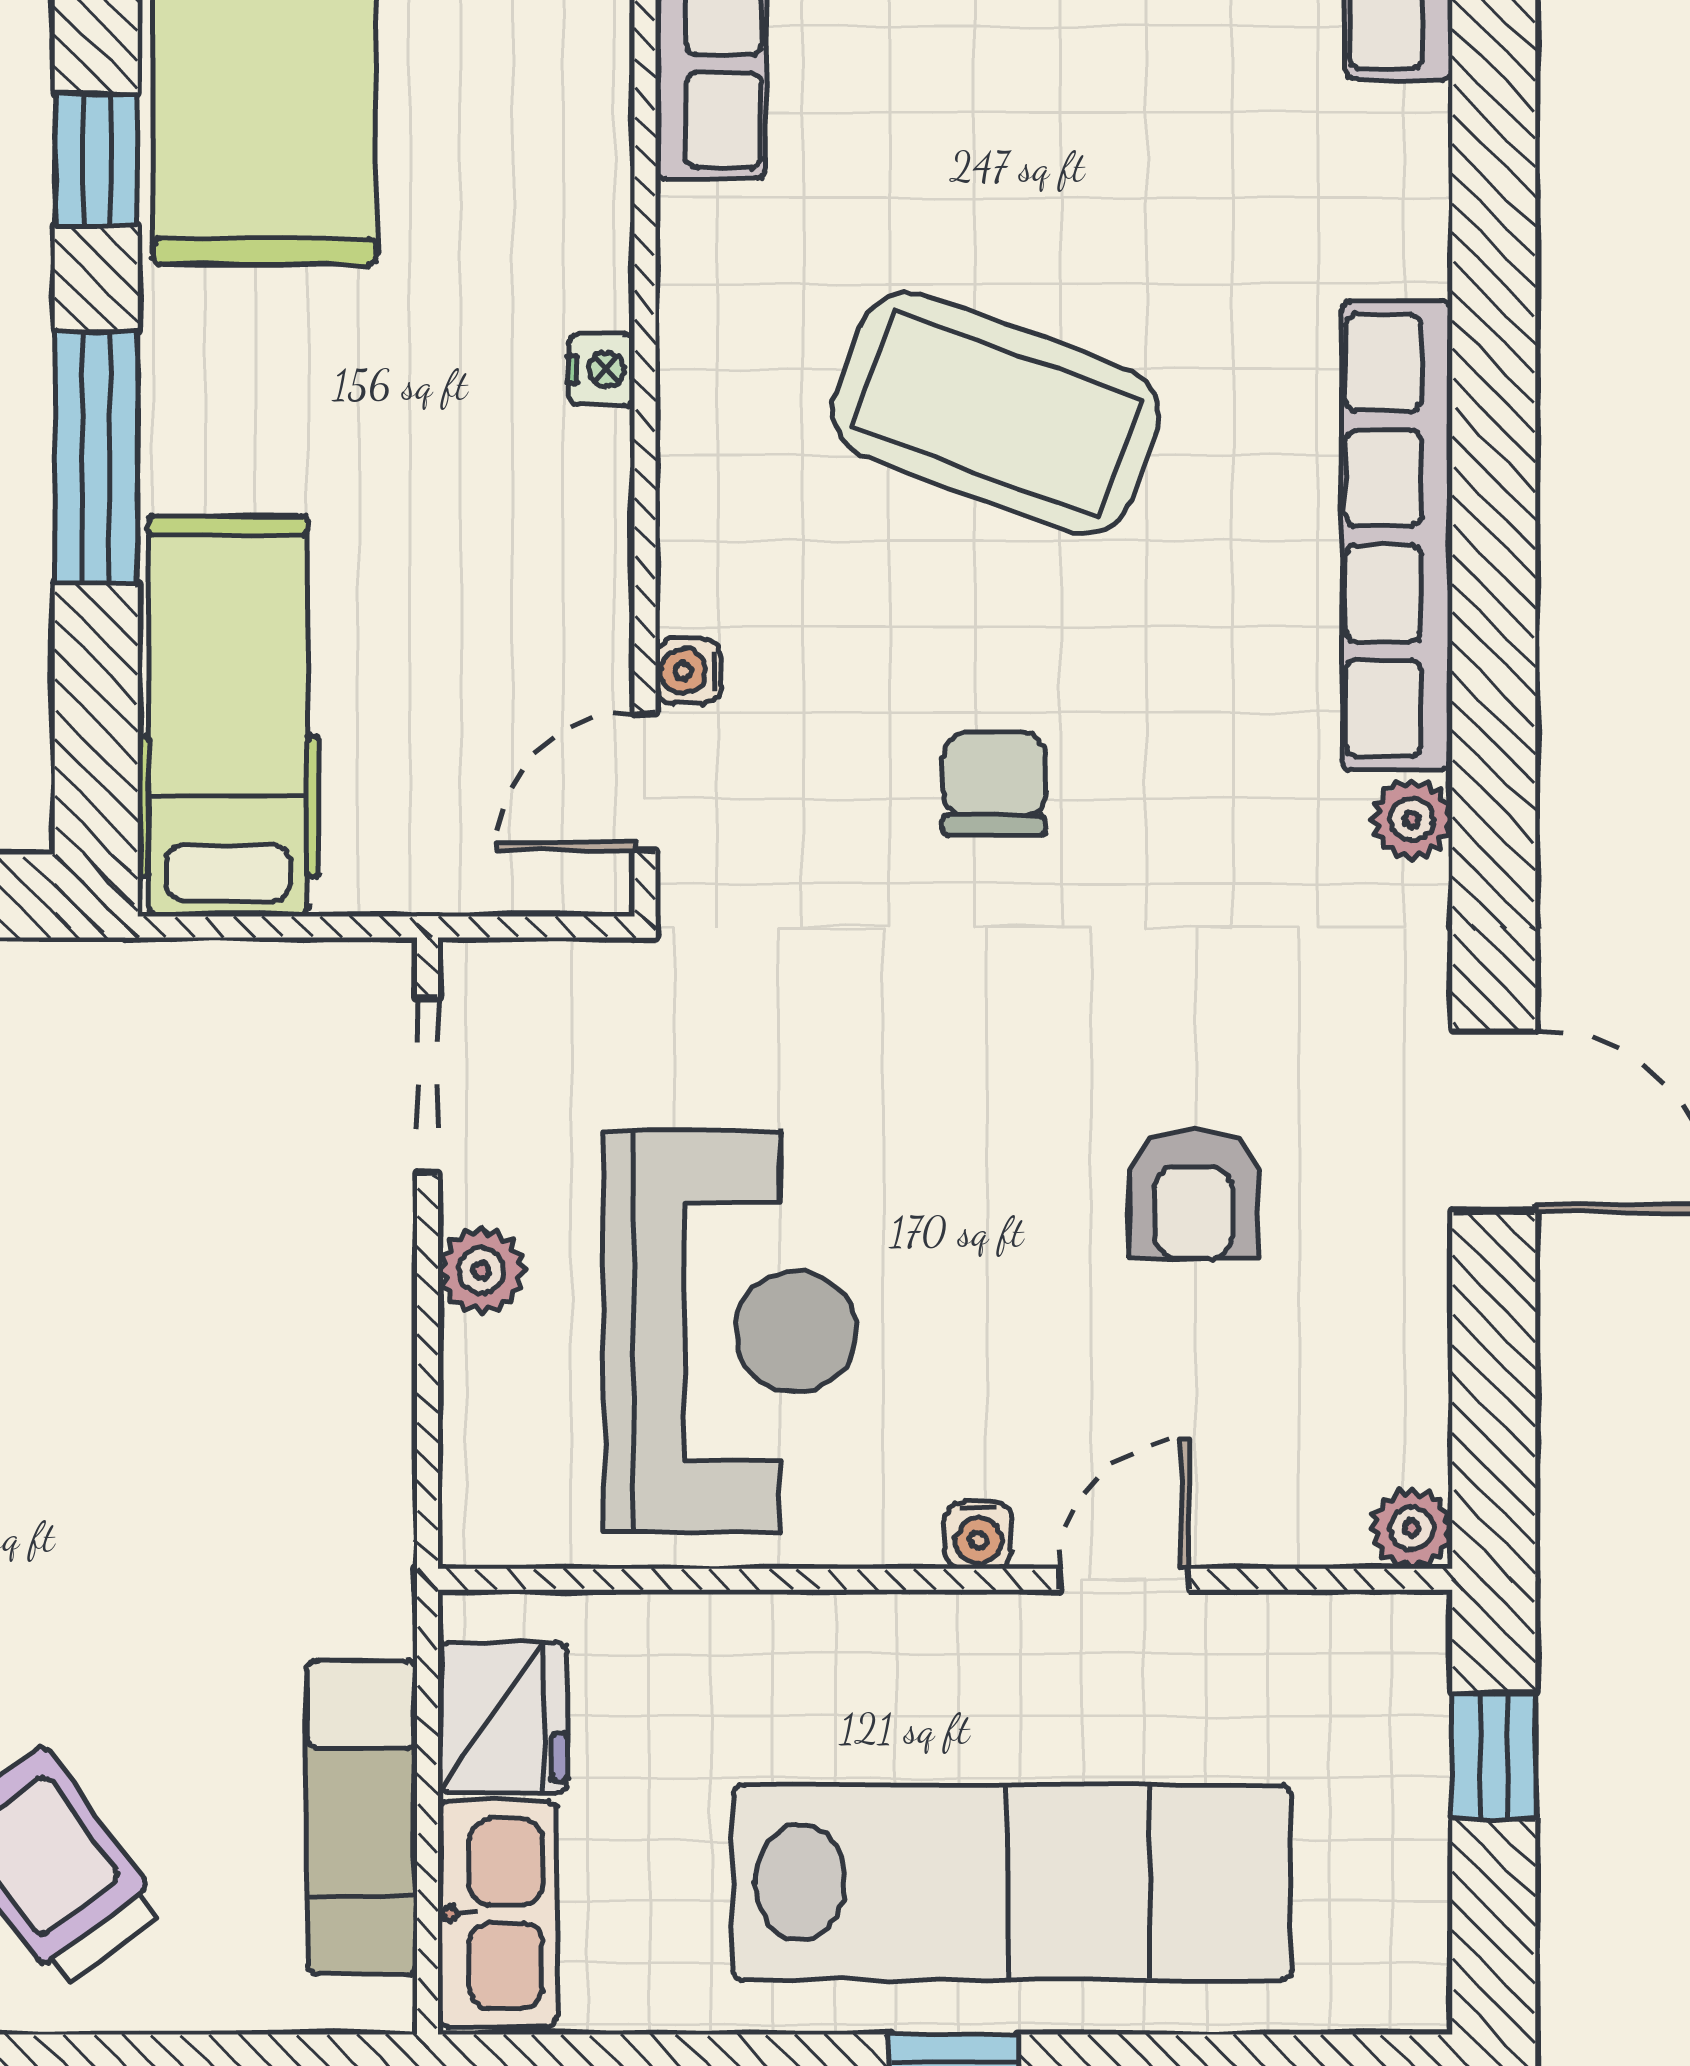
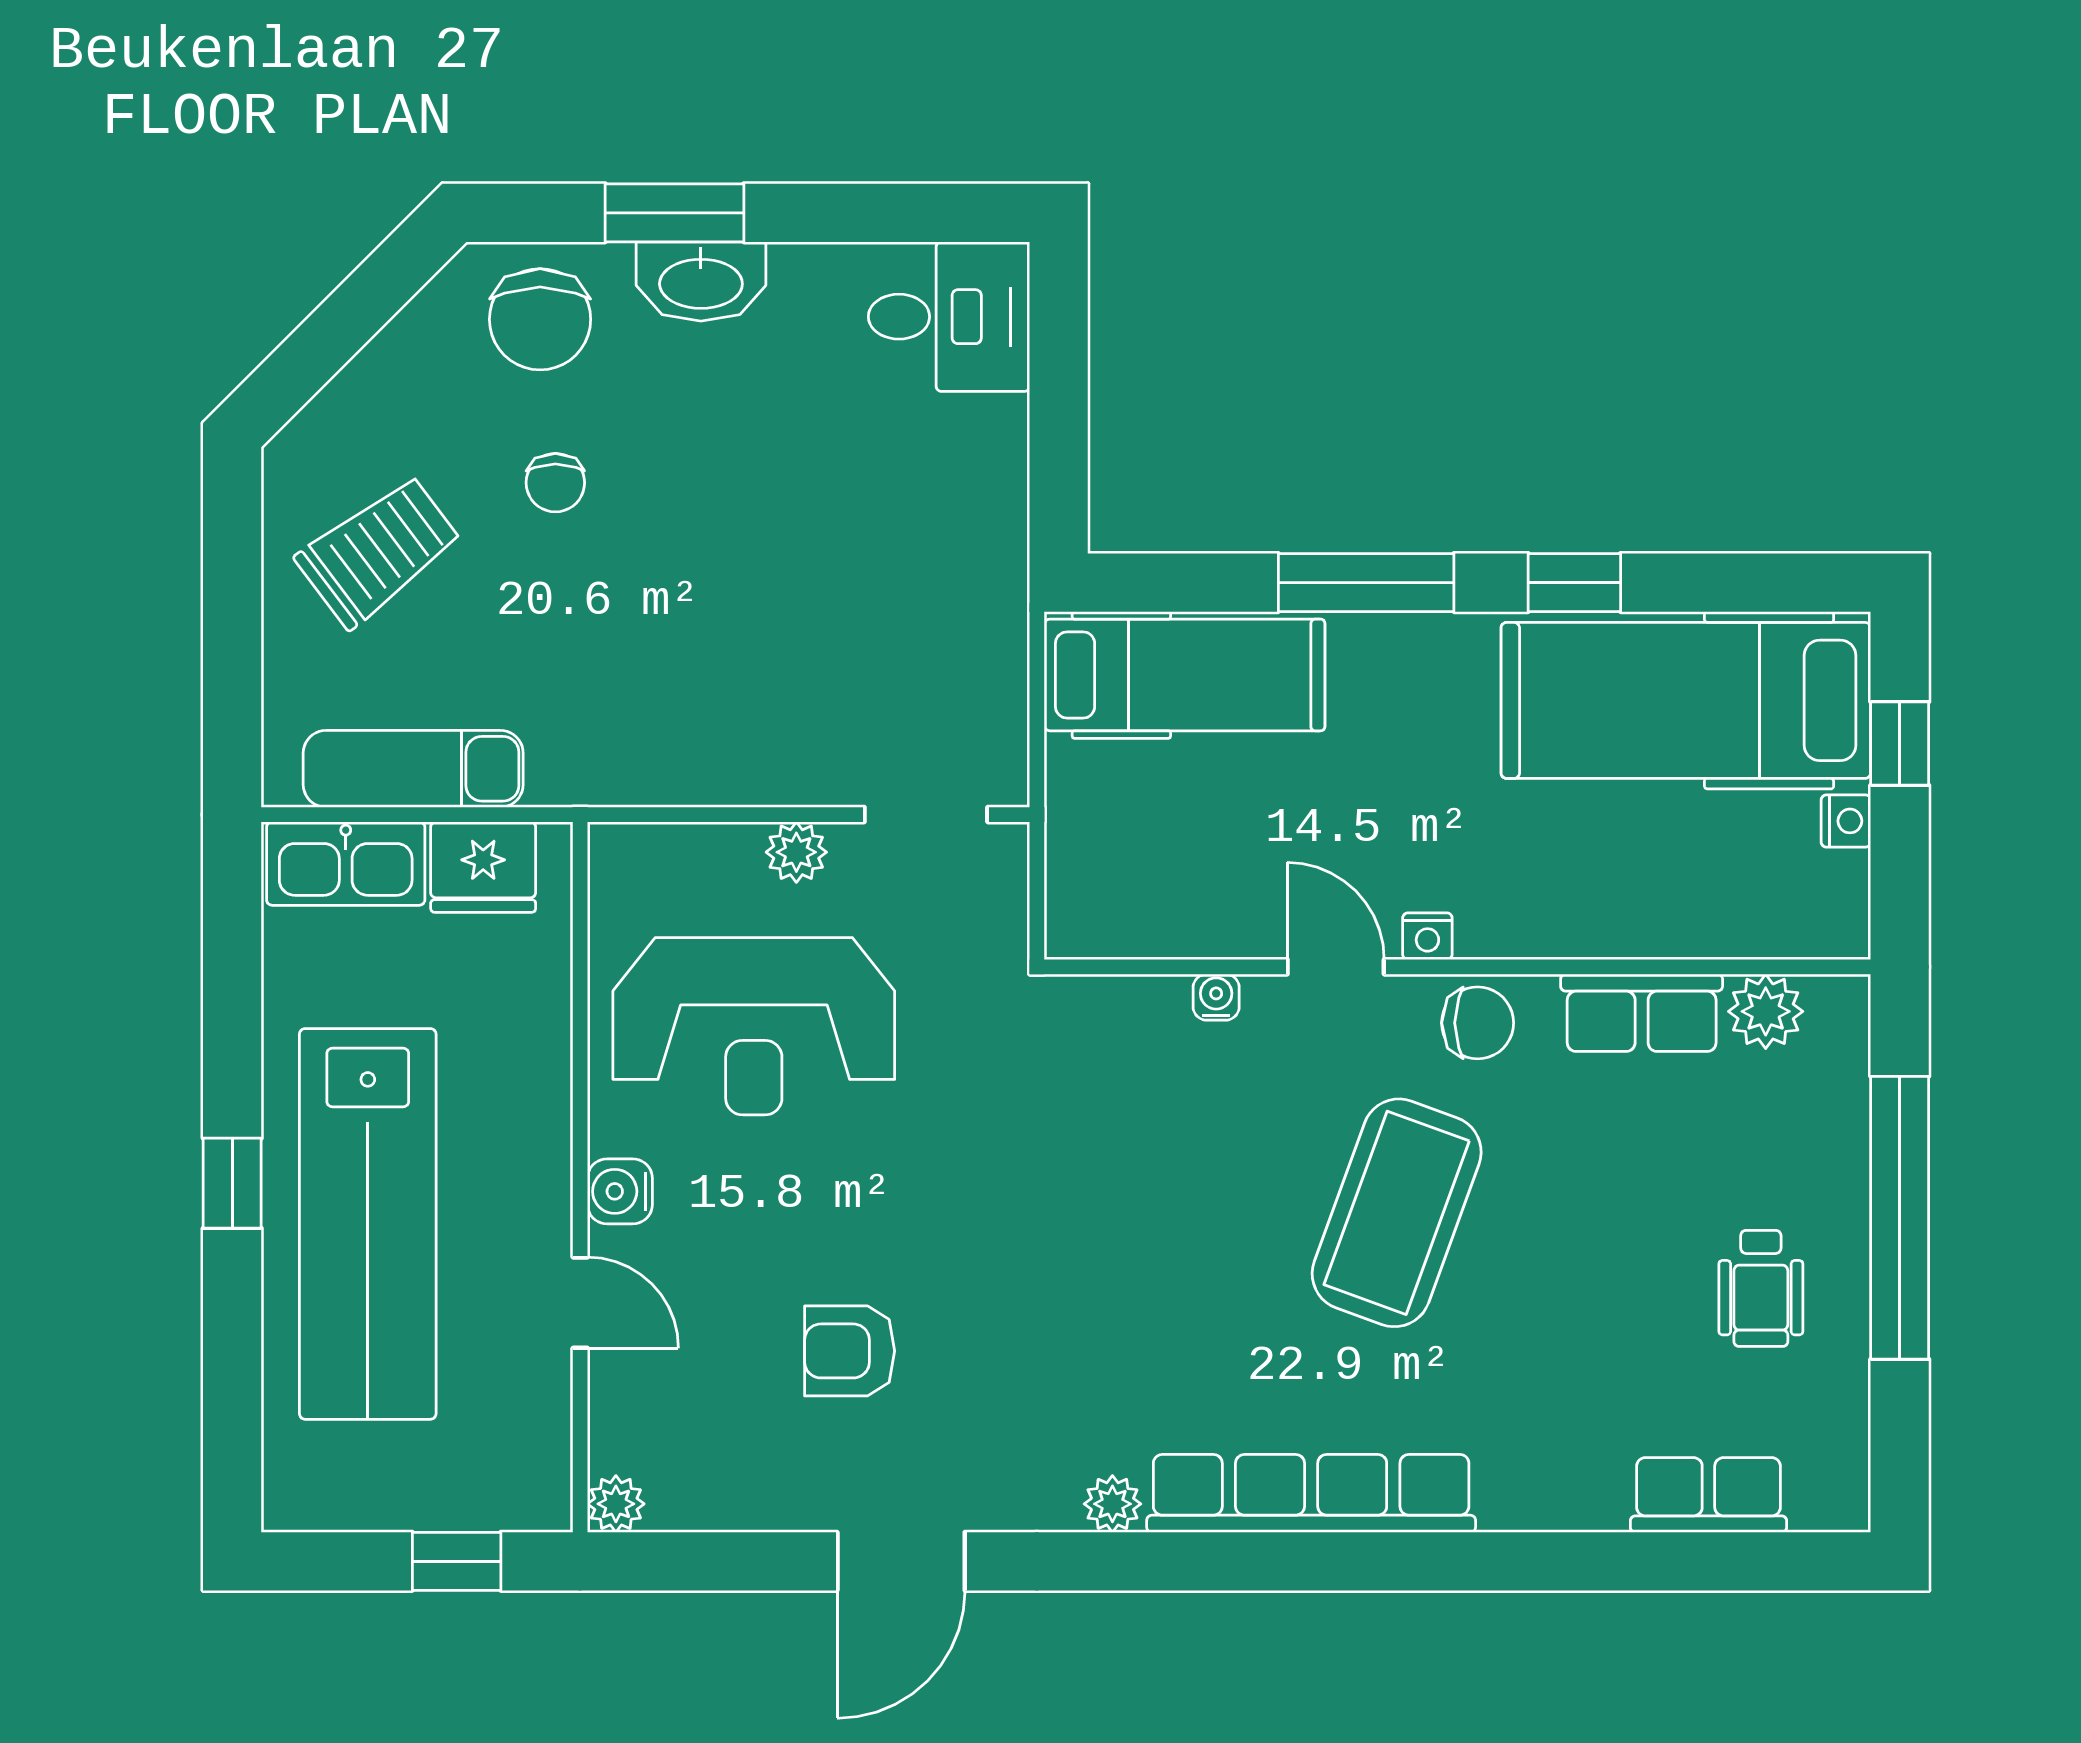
door: (645, 782) -> (1336, 967), moved
chair: (994, 784) -> (1478, 1023), moved
water cooler: (978, 1535) -> (620, 1191), width x1.38, depth x1.38

